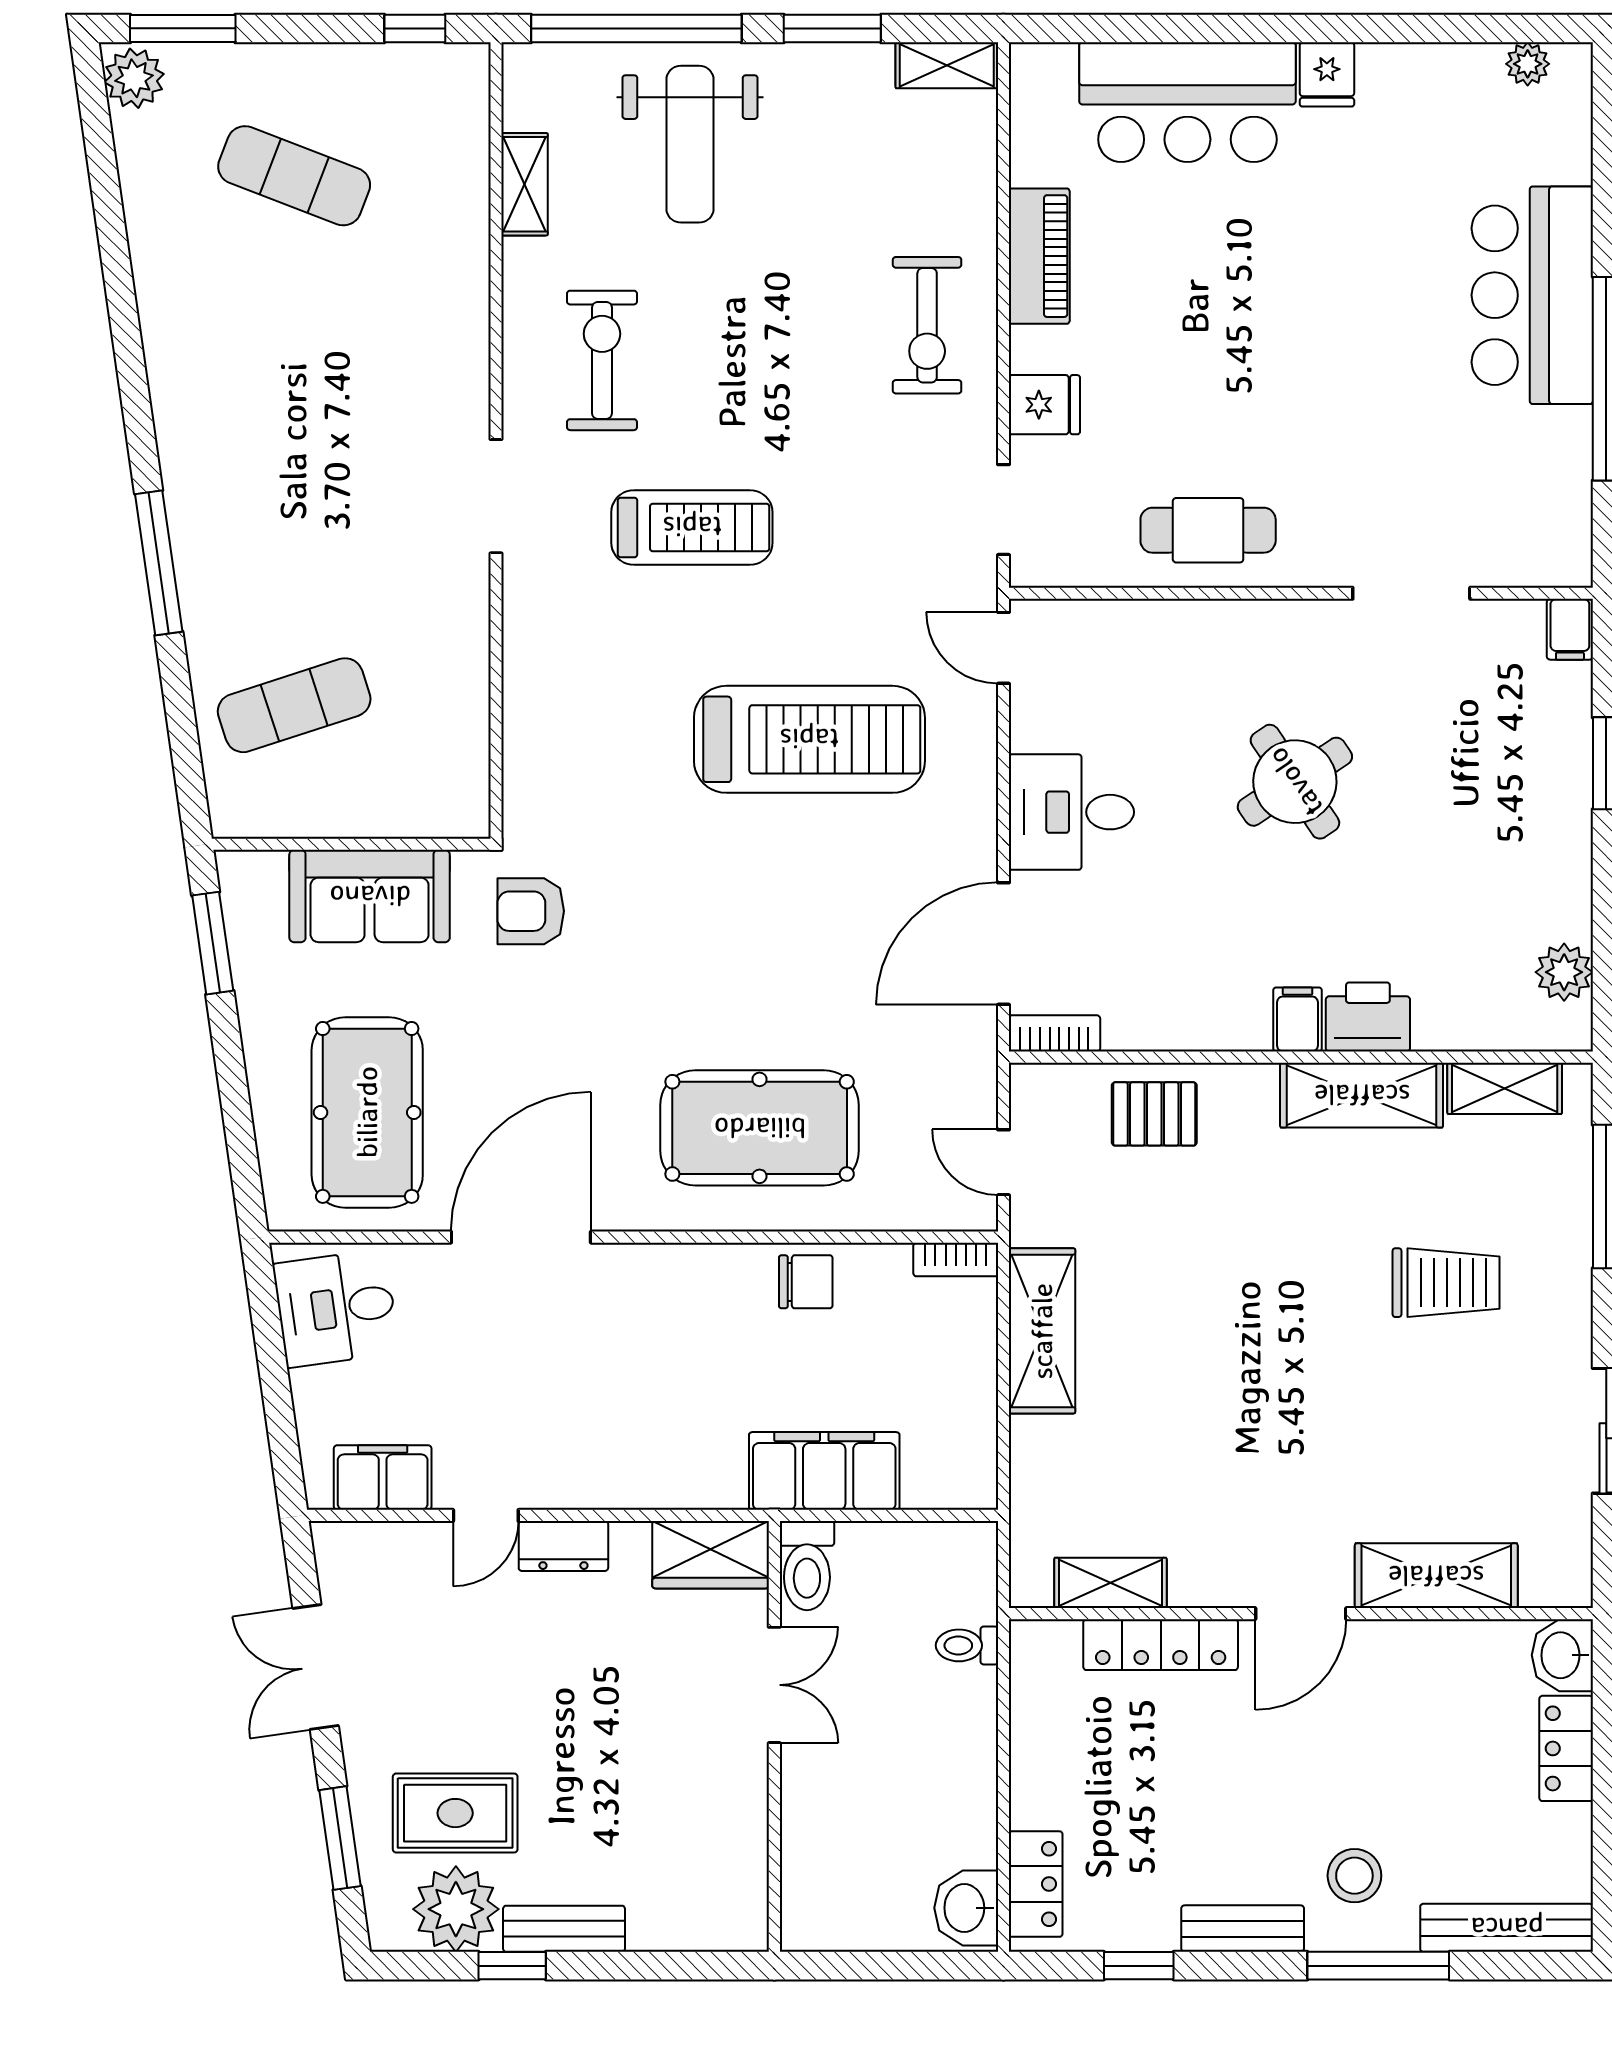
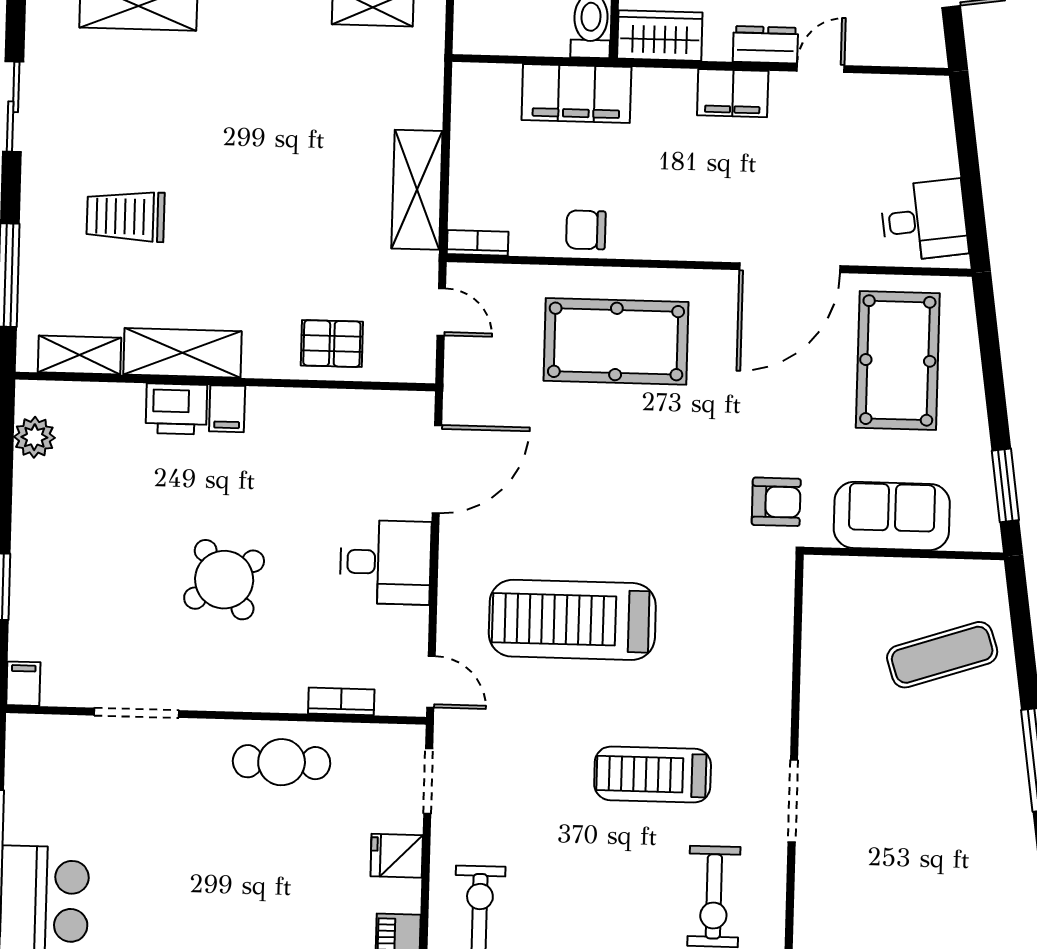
bookcase: (1054, 1033) -> (341, 701), moved, turned 180
filing cabinet: (383, 1478) -> (733, 93), moved

